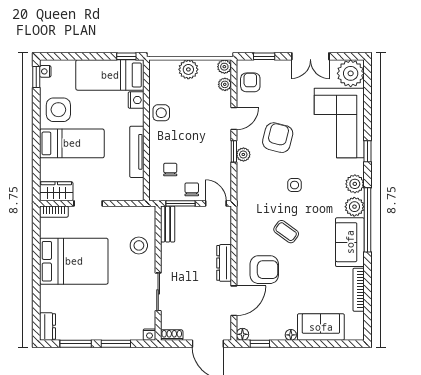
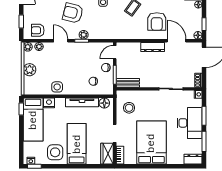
floor lamp: (136, 187) -> (104, 103), added
stool: (139, 245) -> (129, 108), moved
armchair: (264, 270) -> (157, 21), turned 180
desk: (105, 321) -> (190, 123), added

